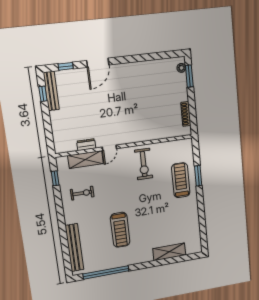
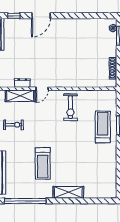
shelving: (169, 252) -> (68, 192), moved

